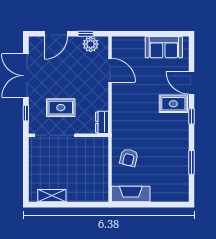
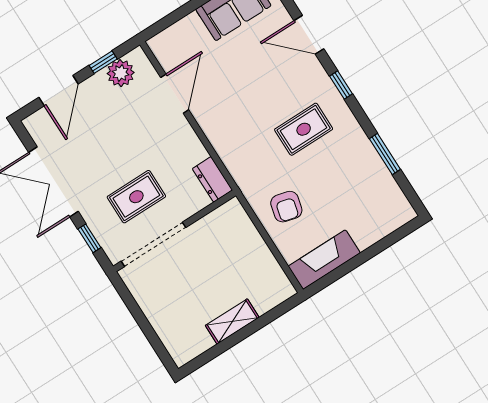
door: (110, 70) -> (175, 94), hinge flipped
rug: (173, 104) -> (304, 129), moved
shelving: (52, 196) -> (232, 321), moved

